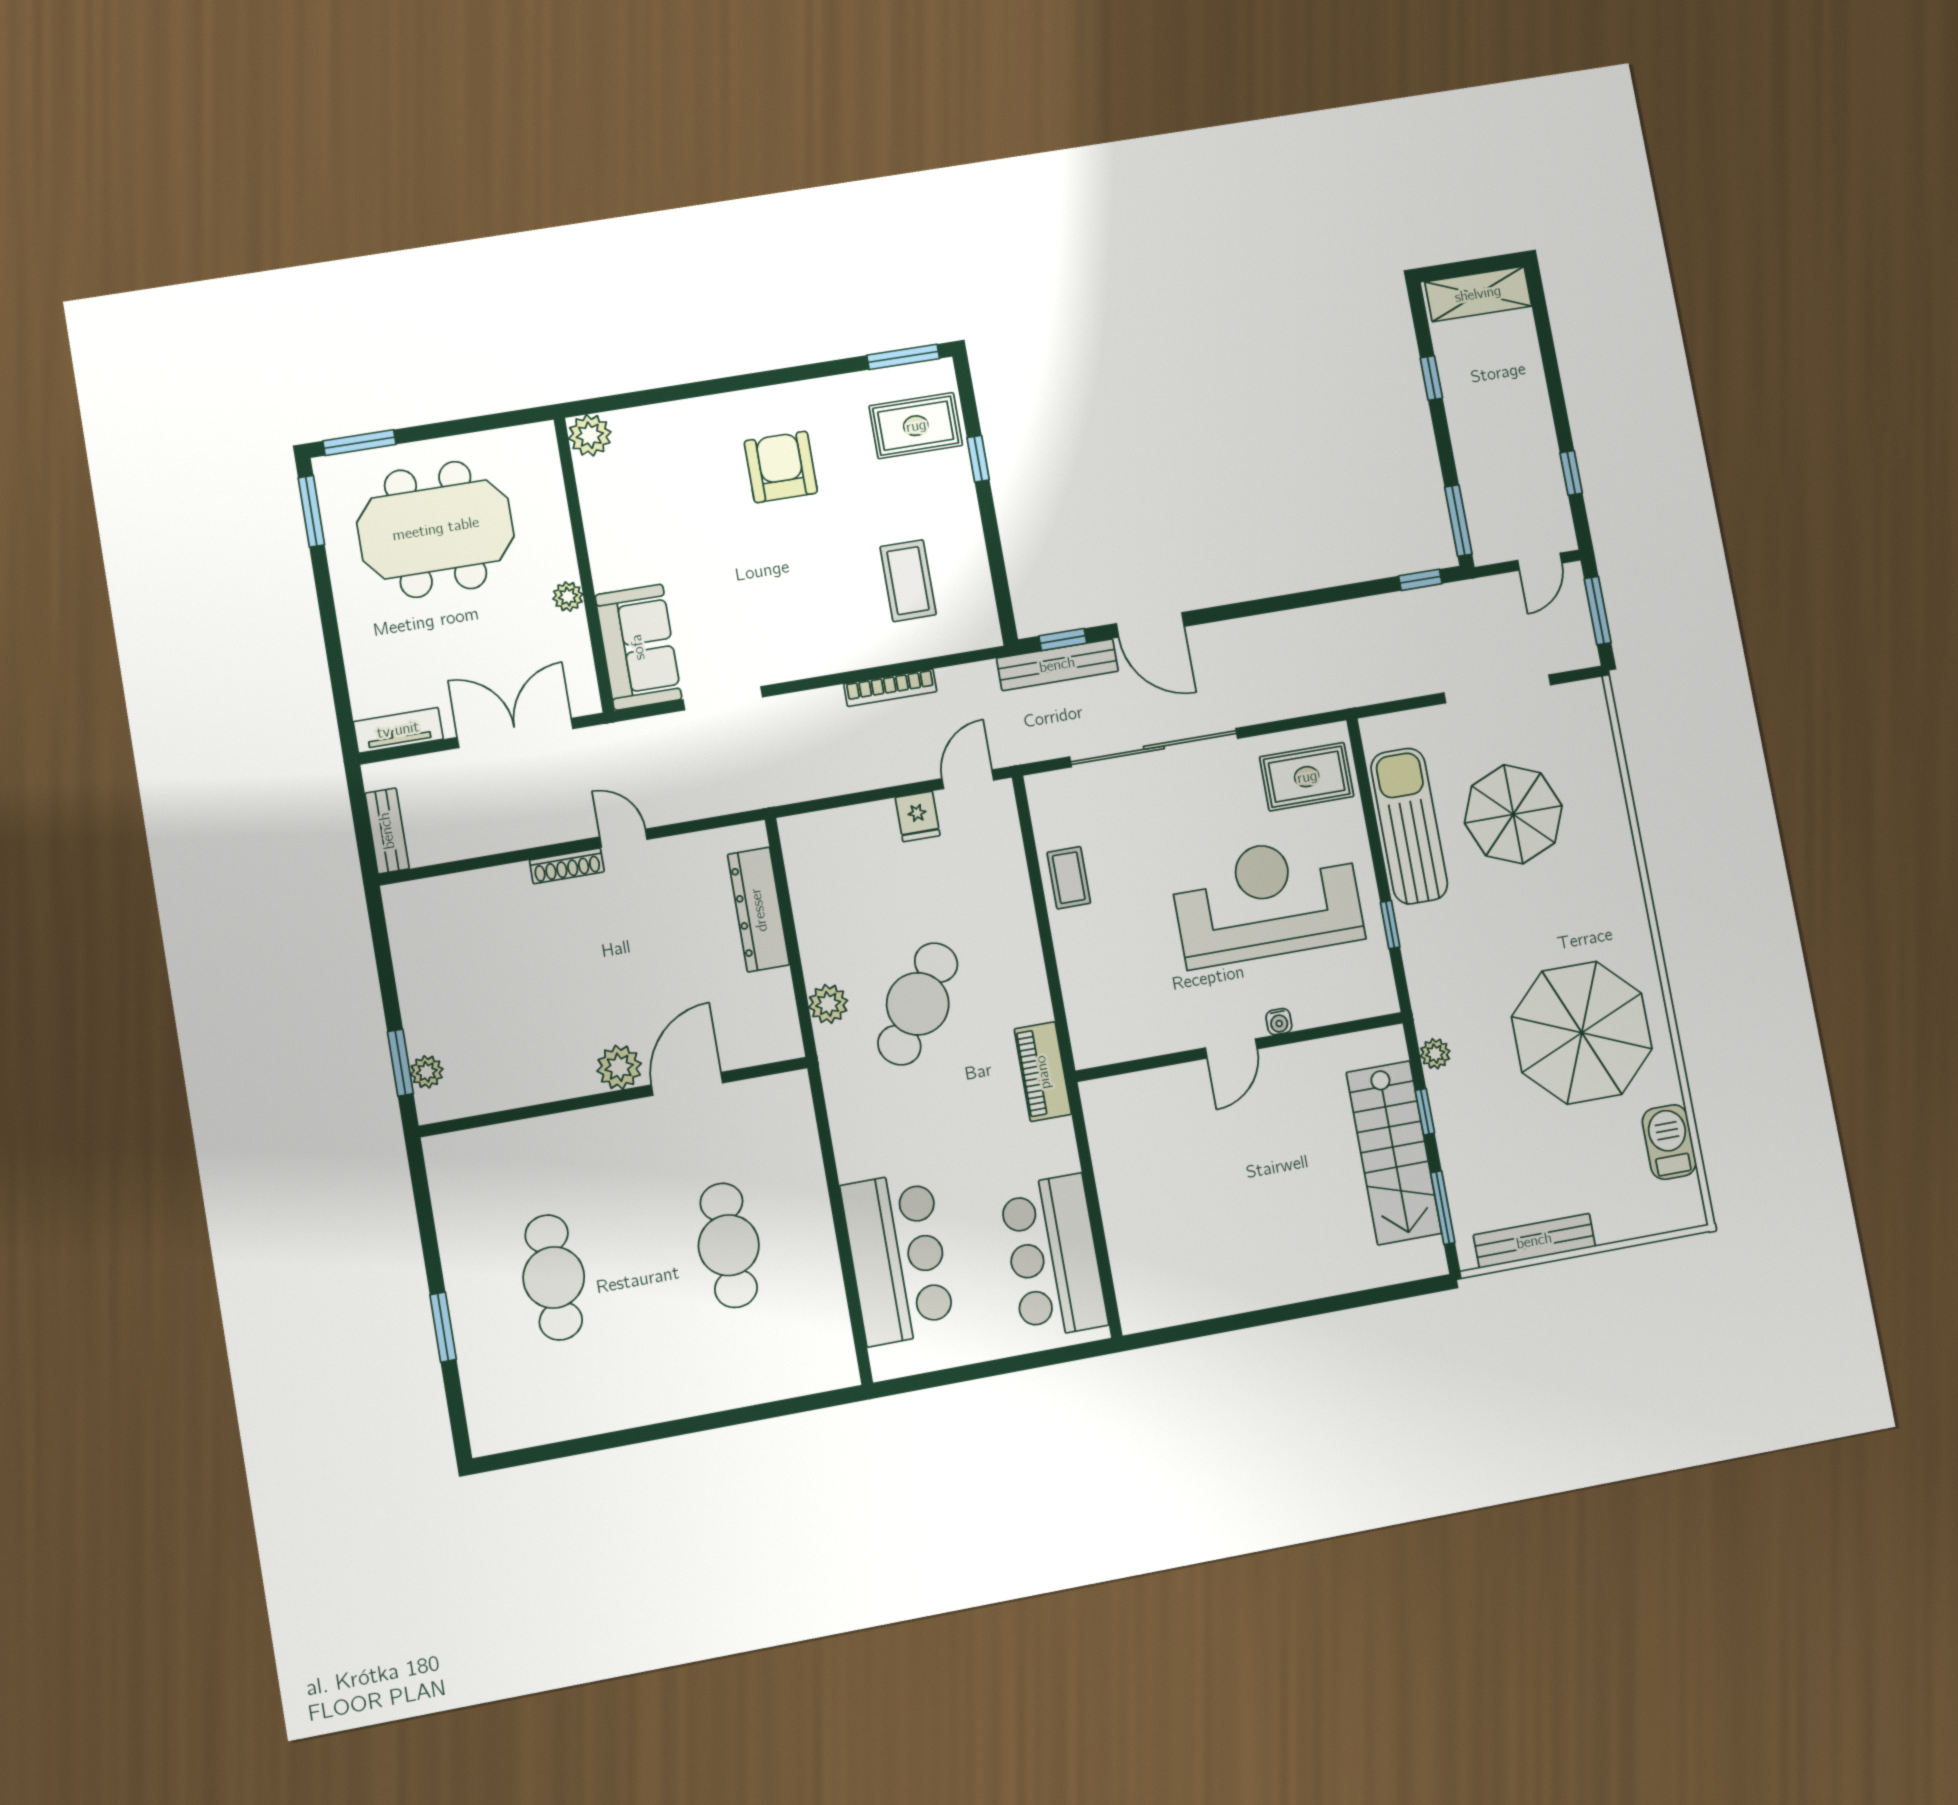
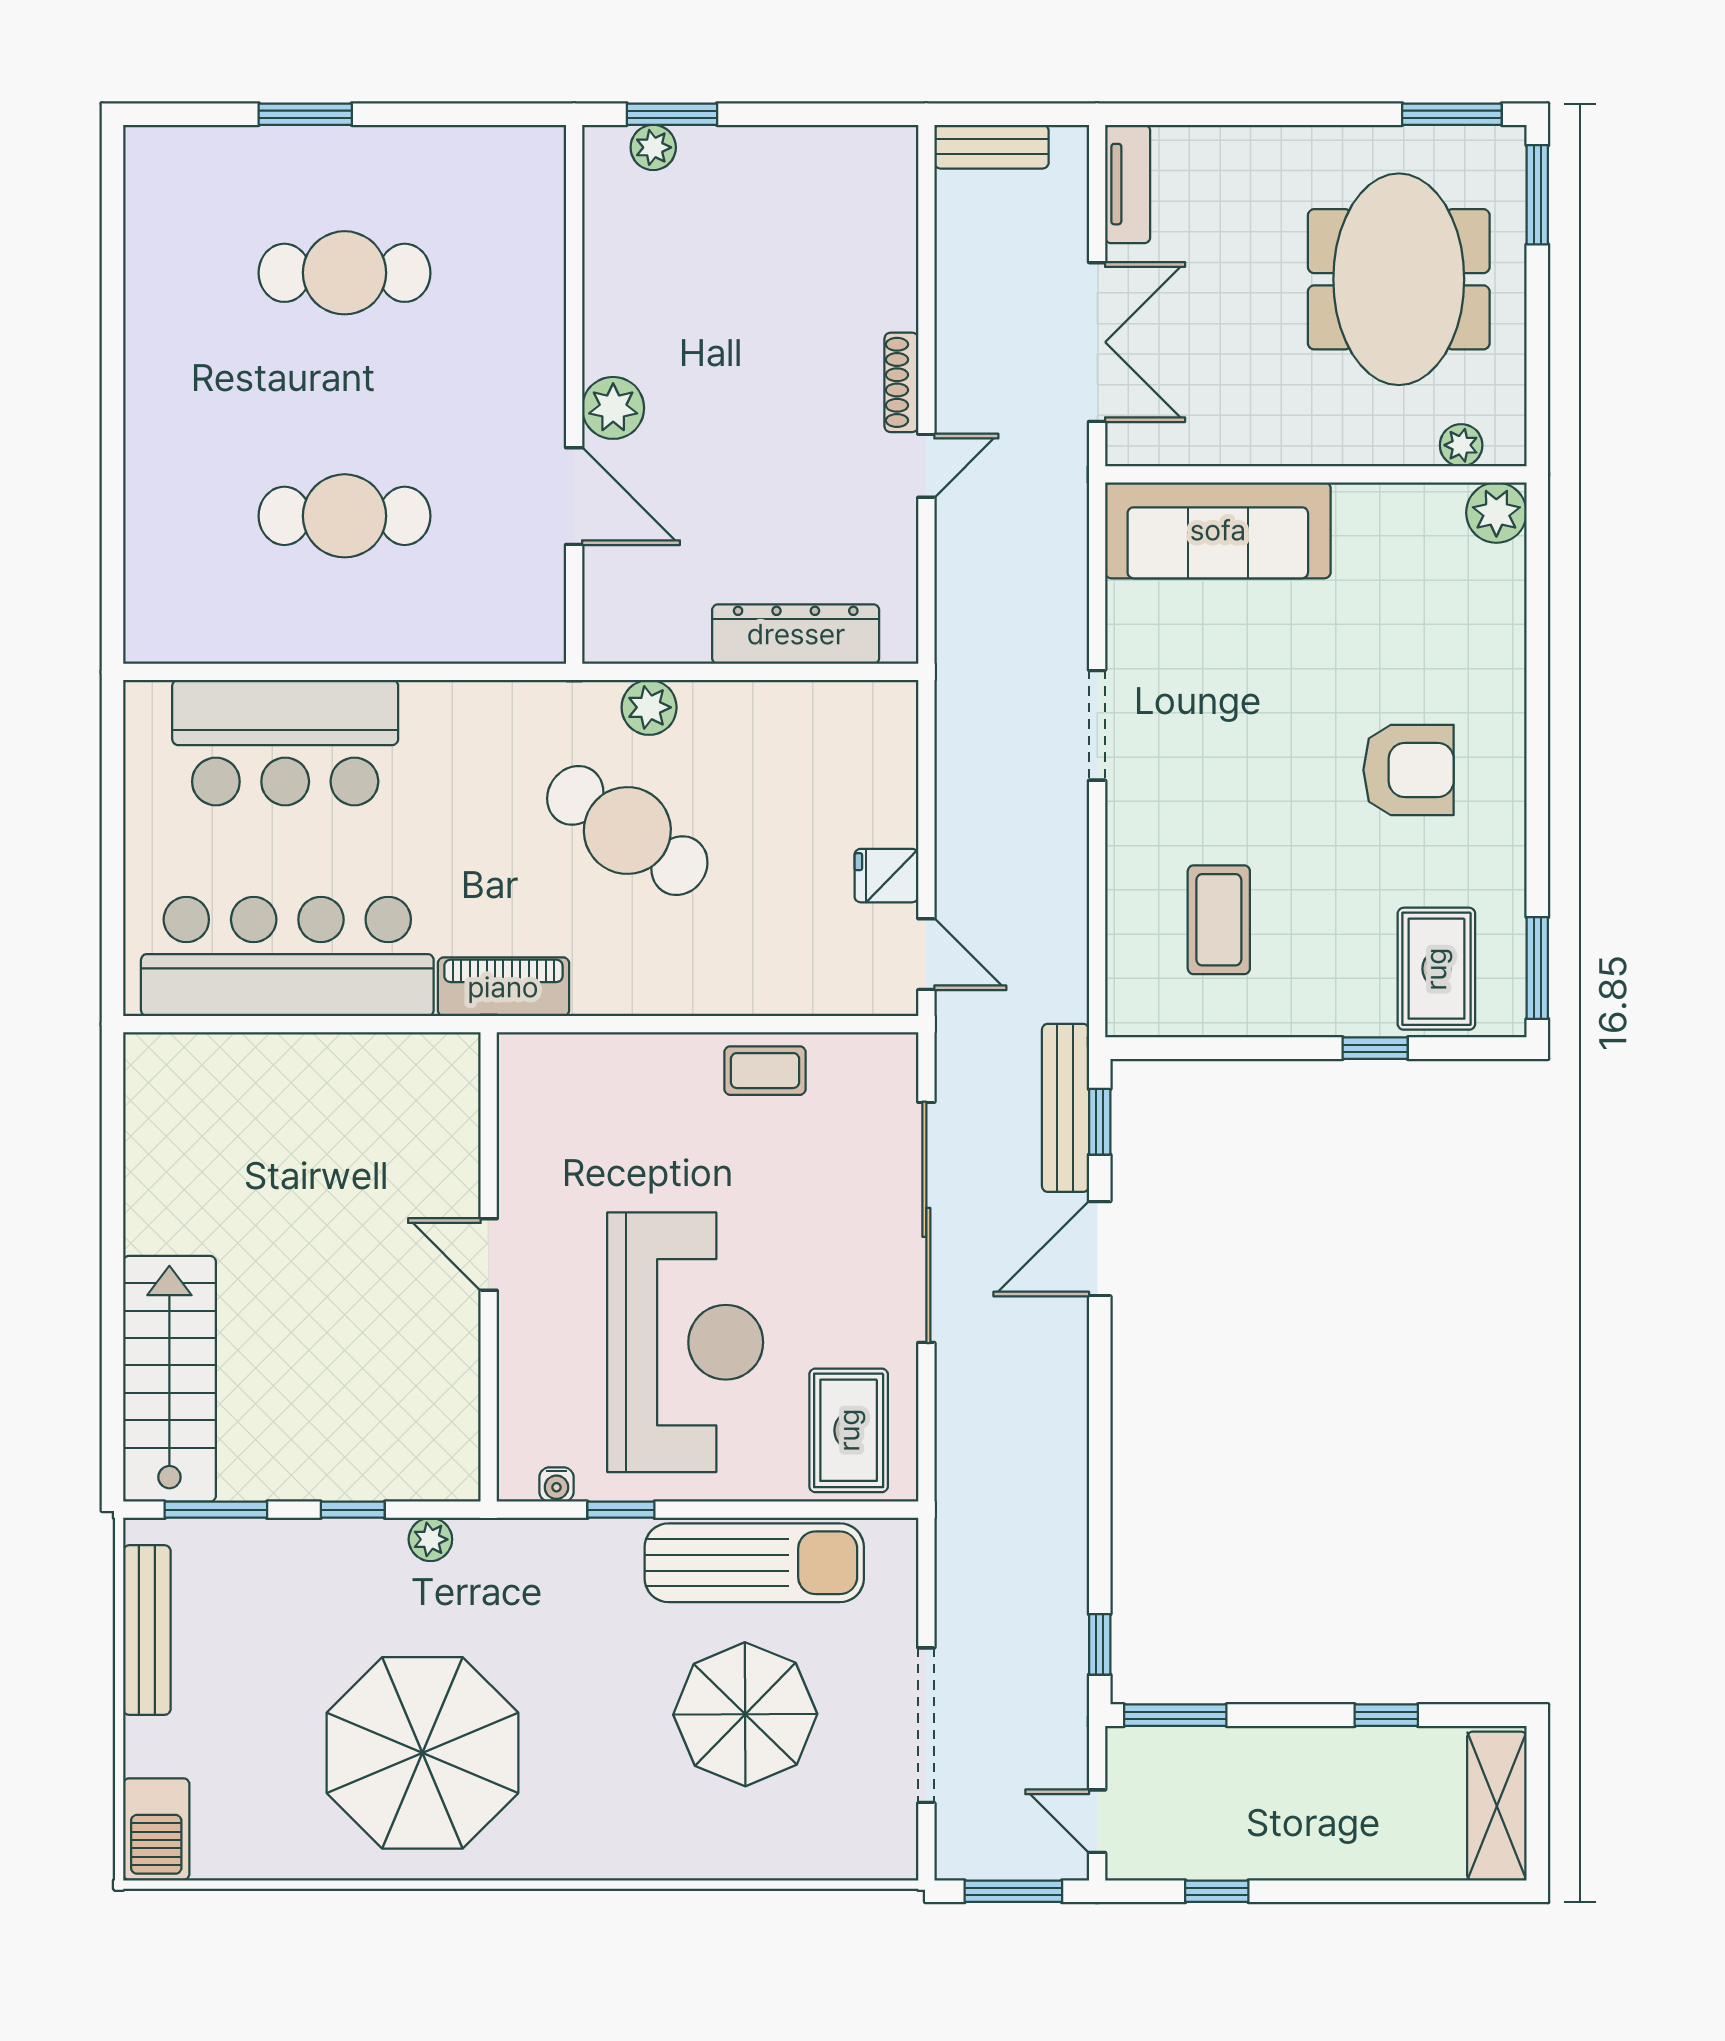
coffee table: (908, 581) -> (1219, 920), turned 90
plant: (568, 597) -> (1461, 445), moved
sofa: (638, 647) -> (1218, 530), width x1.36
bookcase: (890, 688) -> (1073, 869), removed
doorway: (723, 698) -> (1097, 725), moved
water cooler: (1279, 1022) -> (556, 1485), moved, turned -90
barbecue: (1669, 1142) -> (156, 1829), moved, turned 90
stairs: (1394, 1153) -> (169, 1379), moved, turned 90
bar counter: (1053, 1256) -> (287, 956), width x1.36

